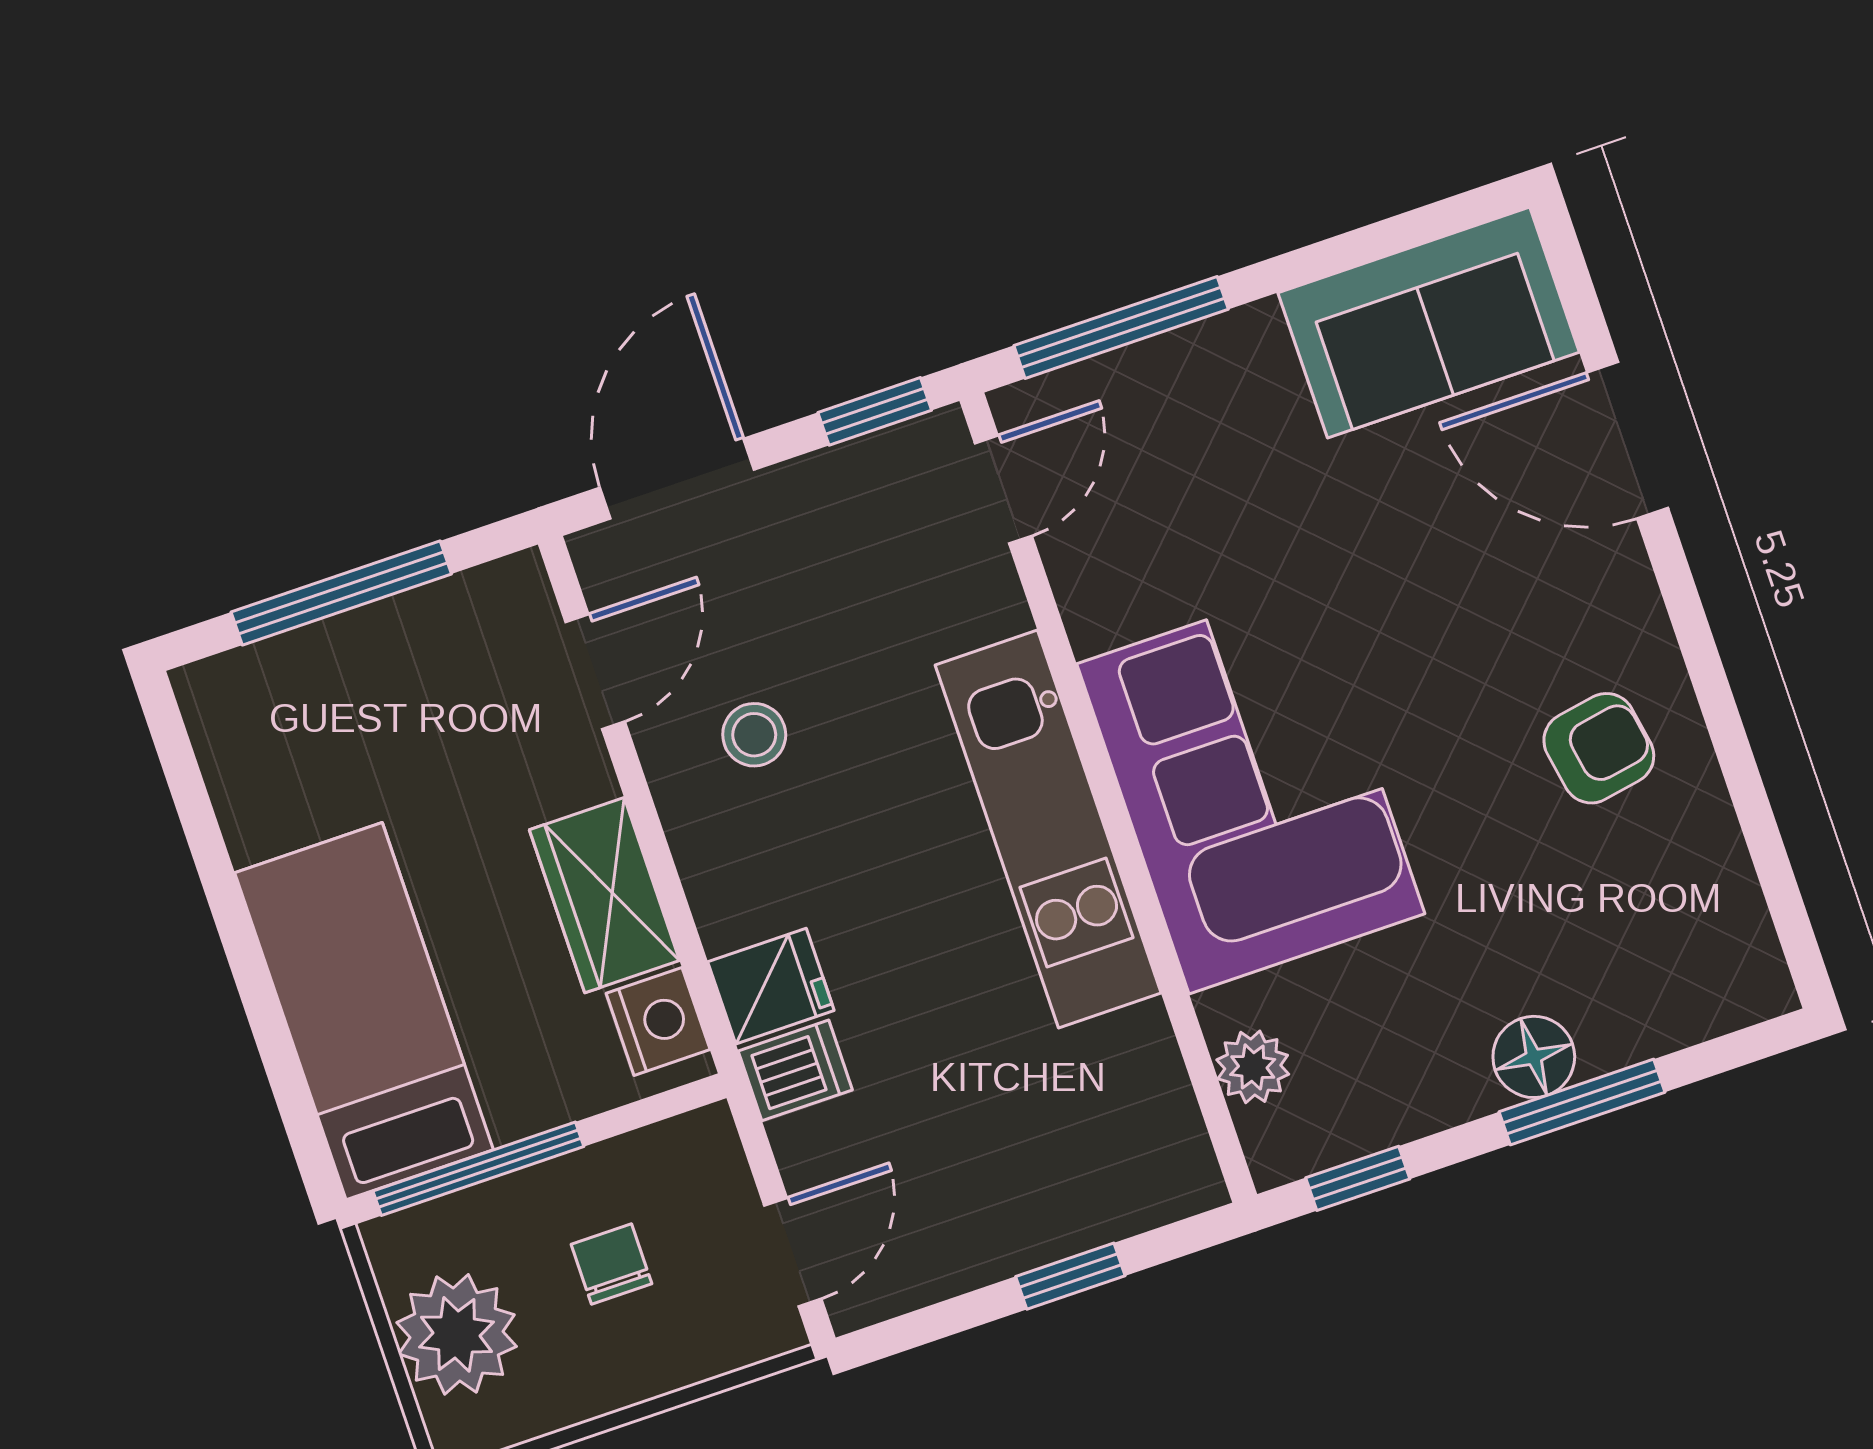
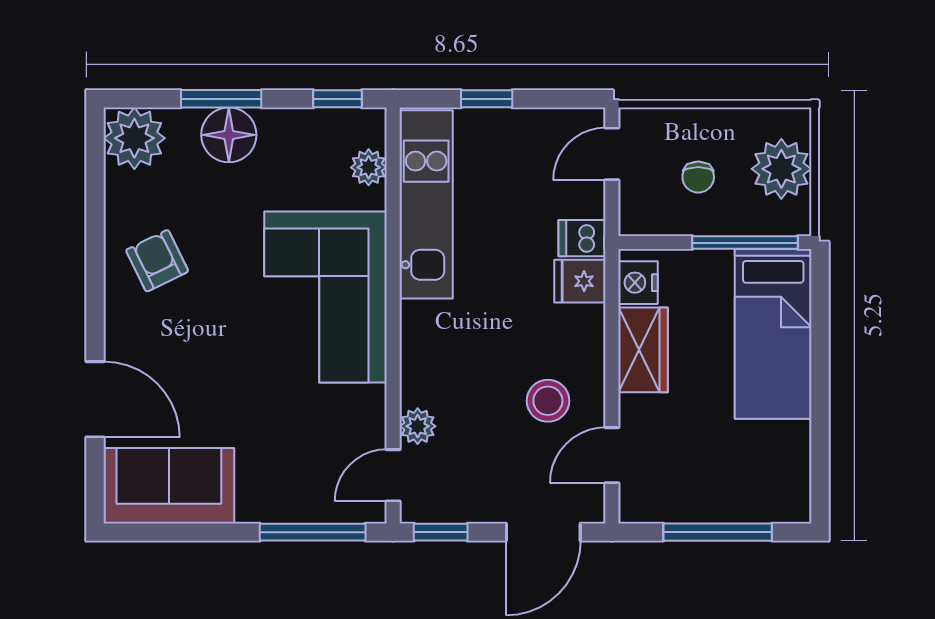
plant: (988, 600) -> (418, 426), added
stool: (754, 735) -> (548, 401), width x1.37, depth x1.37
armchair: (1599, 748) -> (157, 261), turned 74
kitchen unit: (1048, 829) -> (426, 204), moved
plant: (1723, 969) -> (134, 138), added
floor lamp: (1534, 1057) -> (229, 135), width x1.38, depth x1.38

